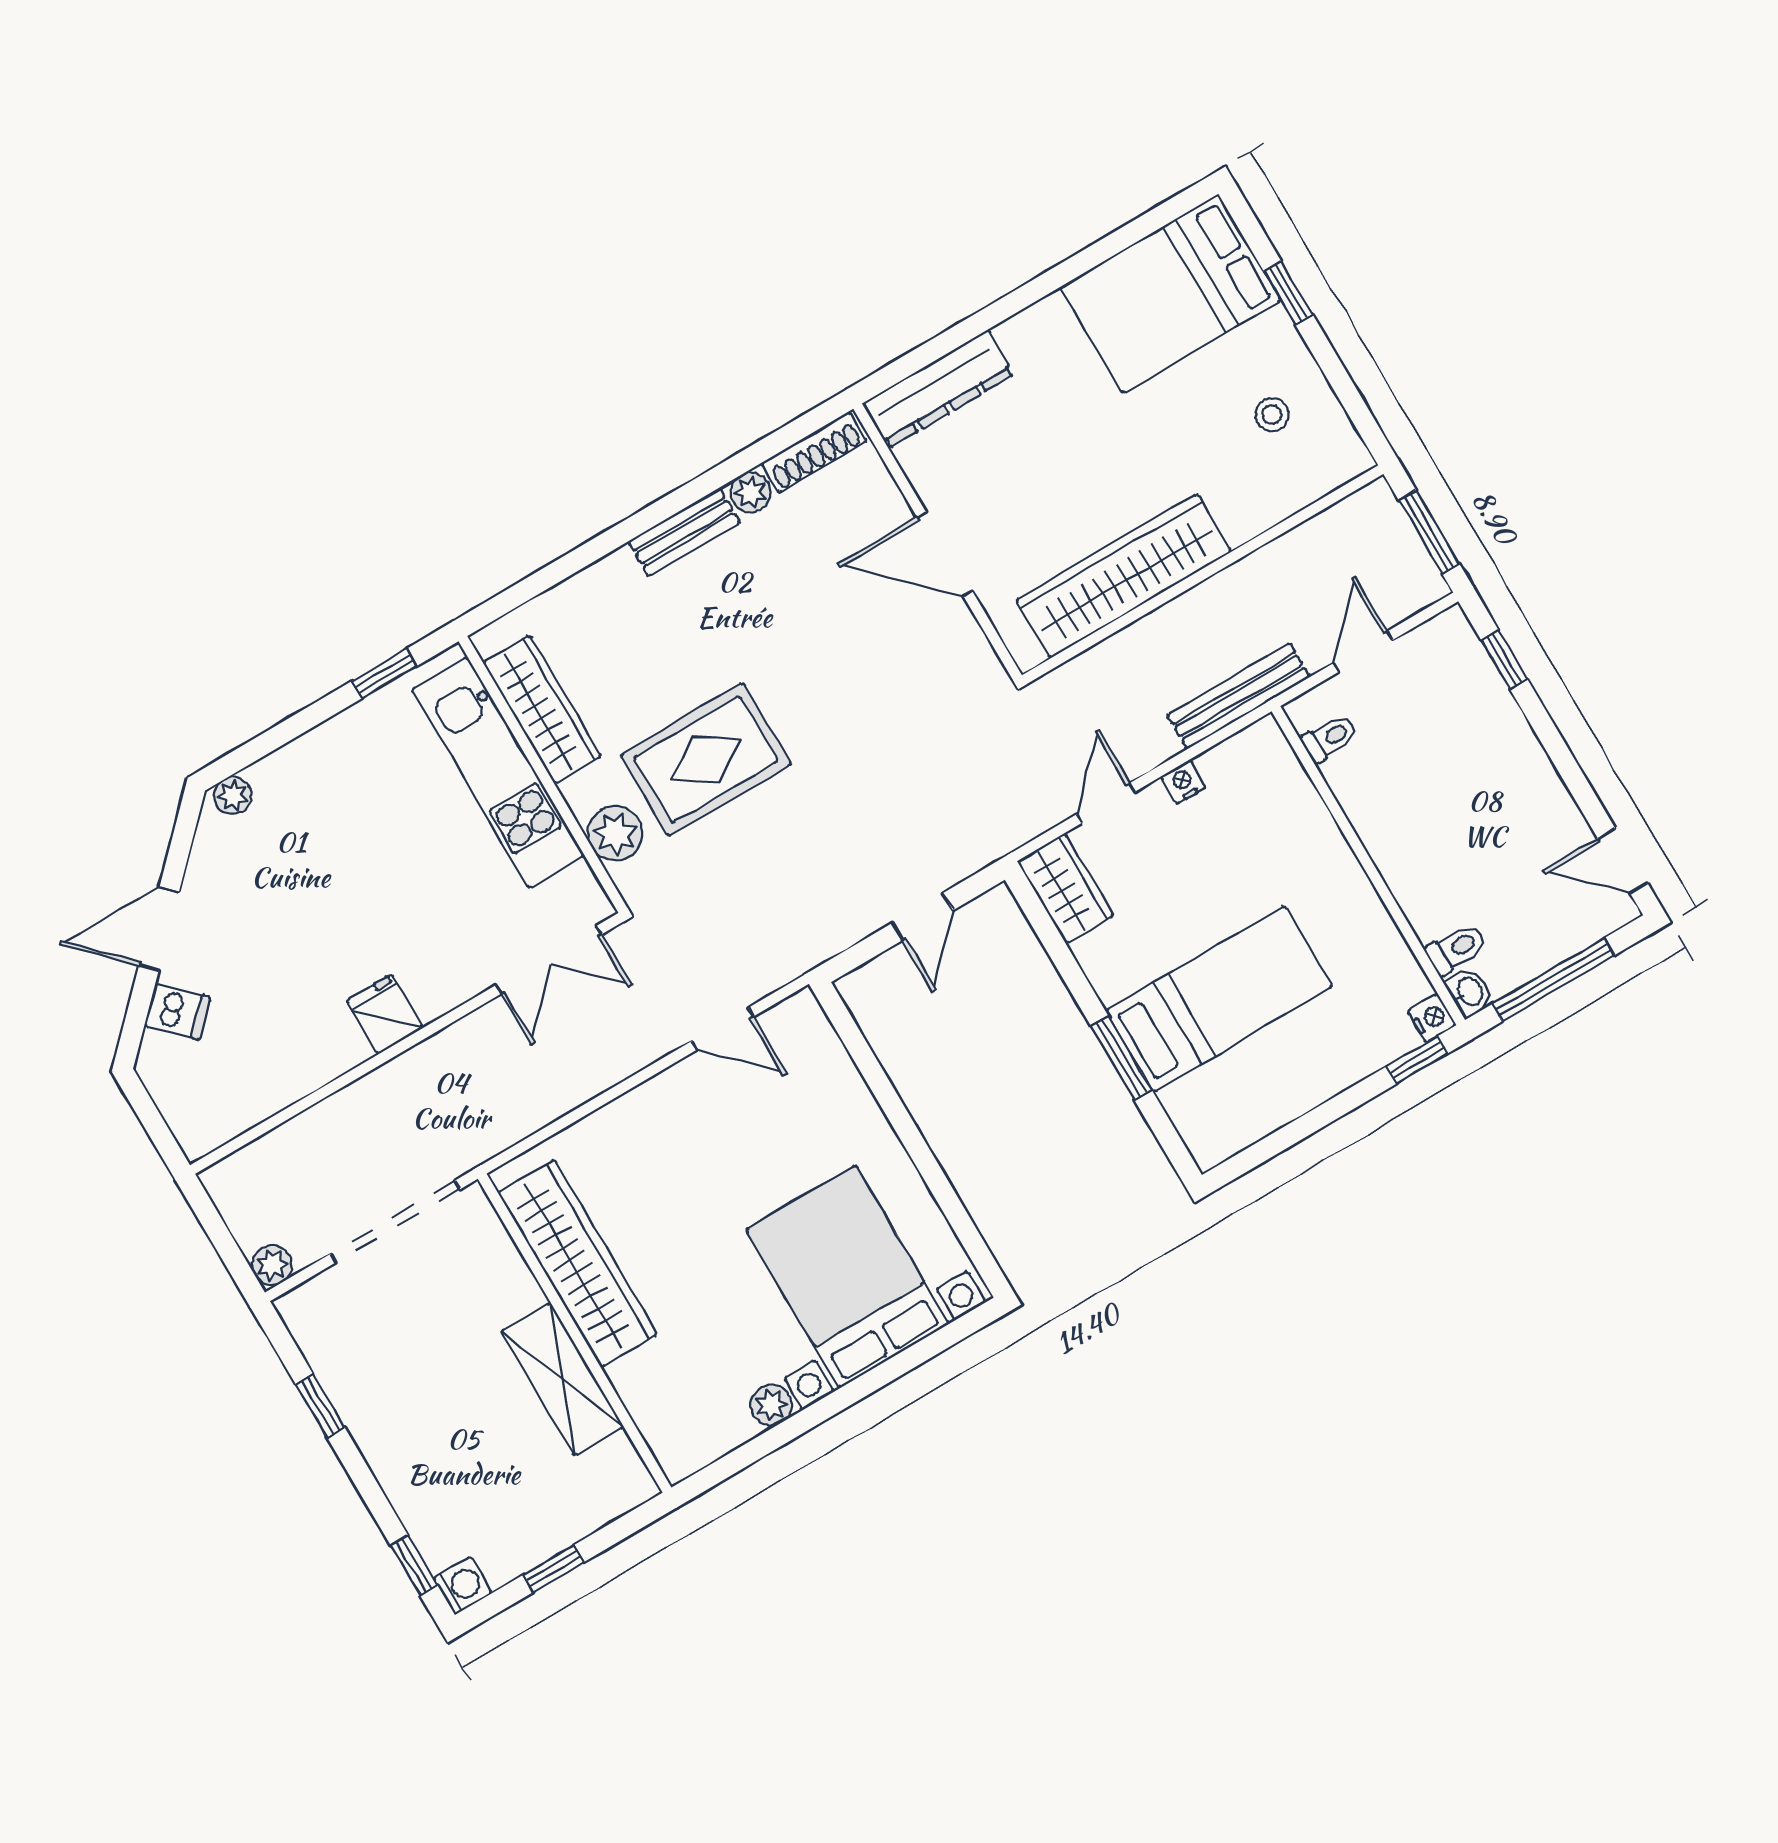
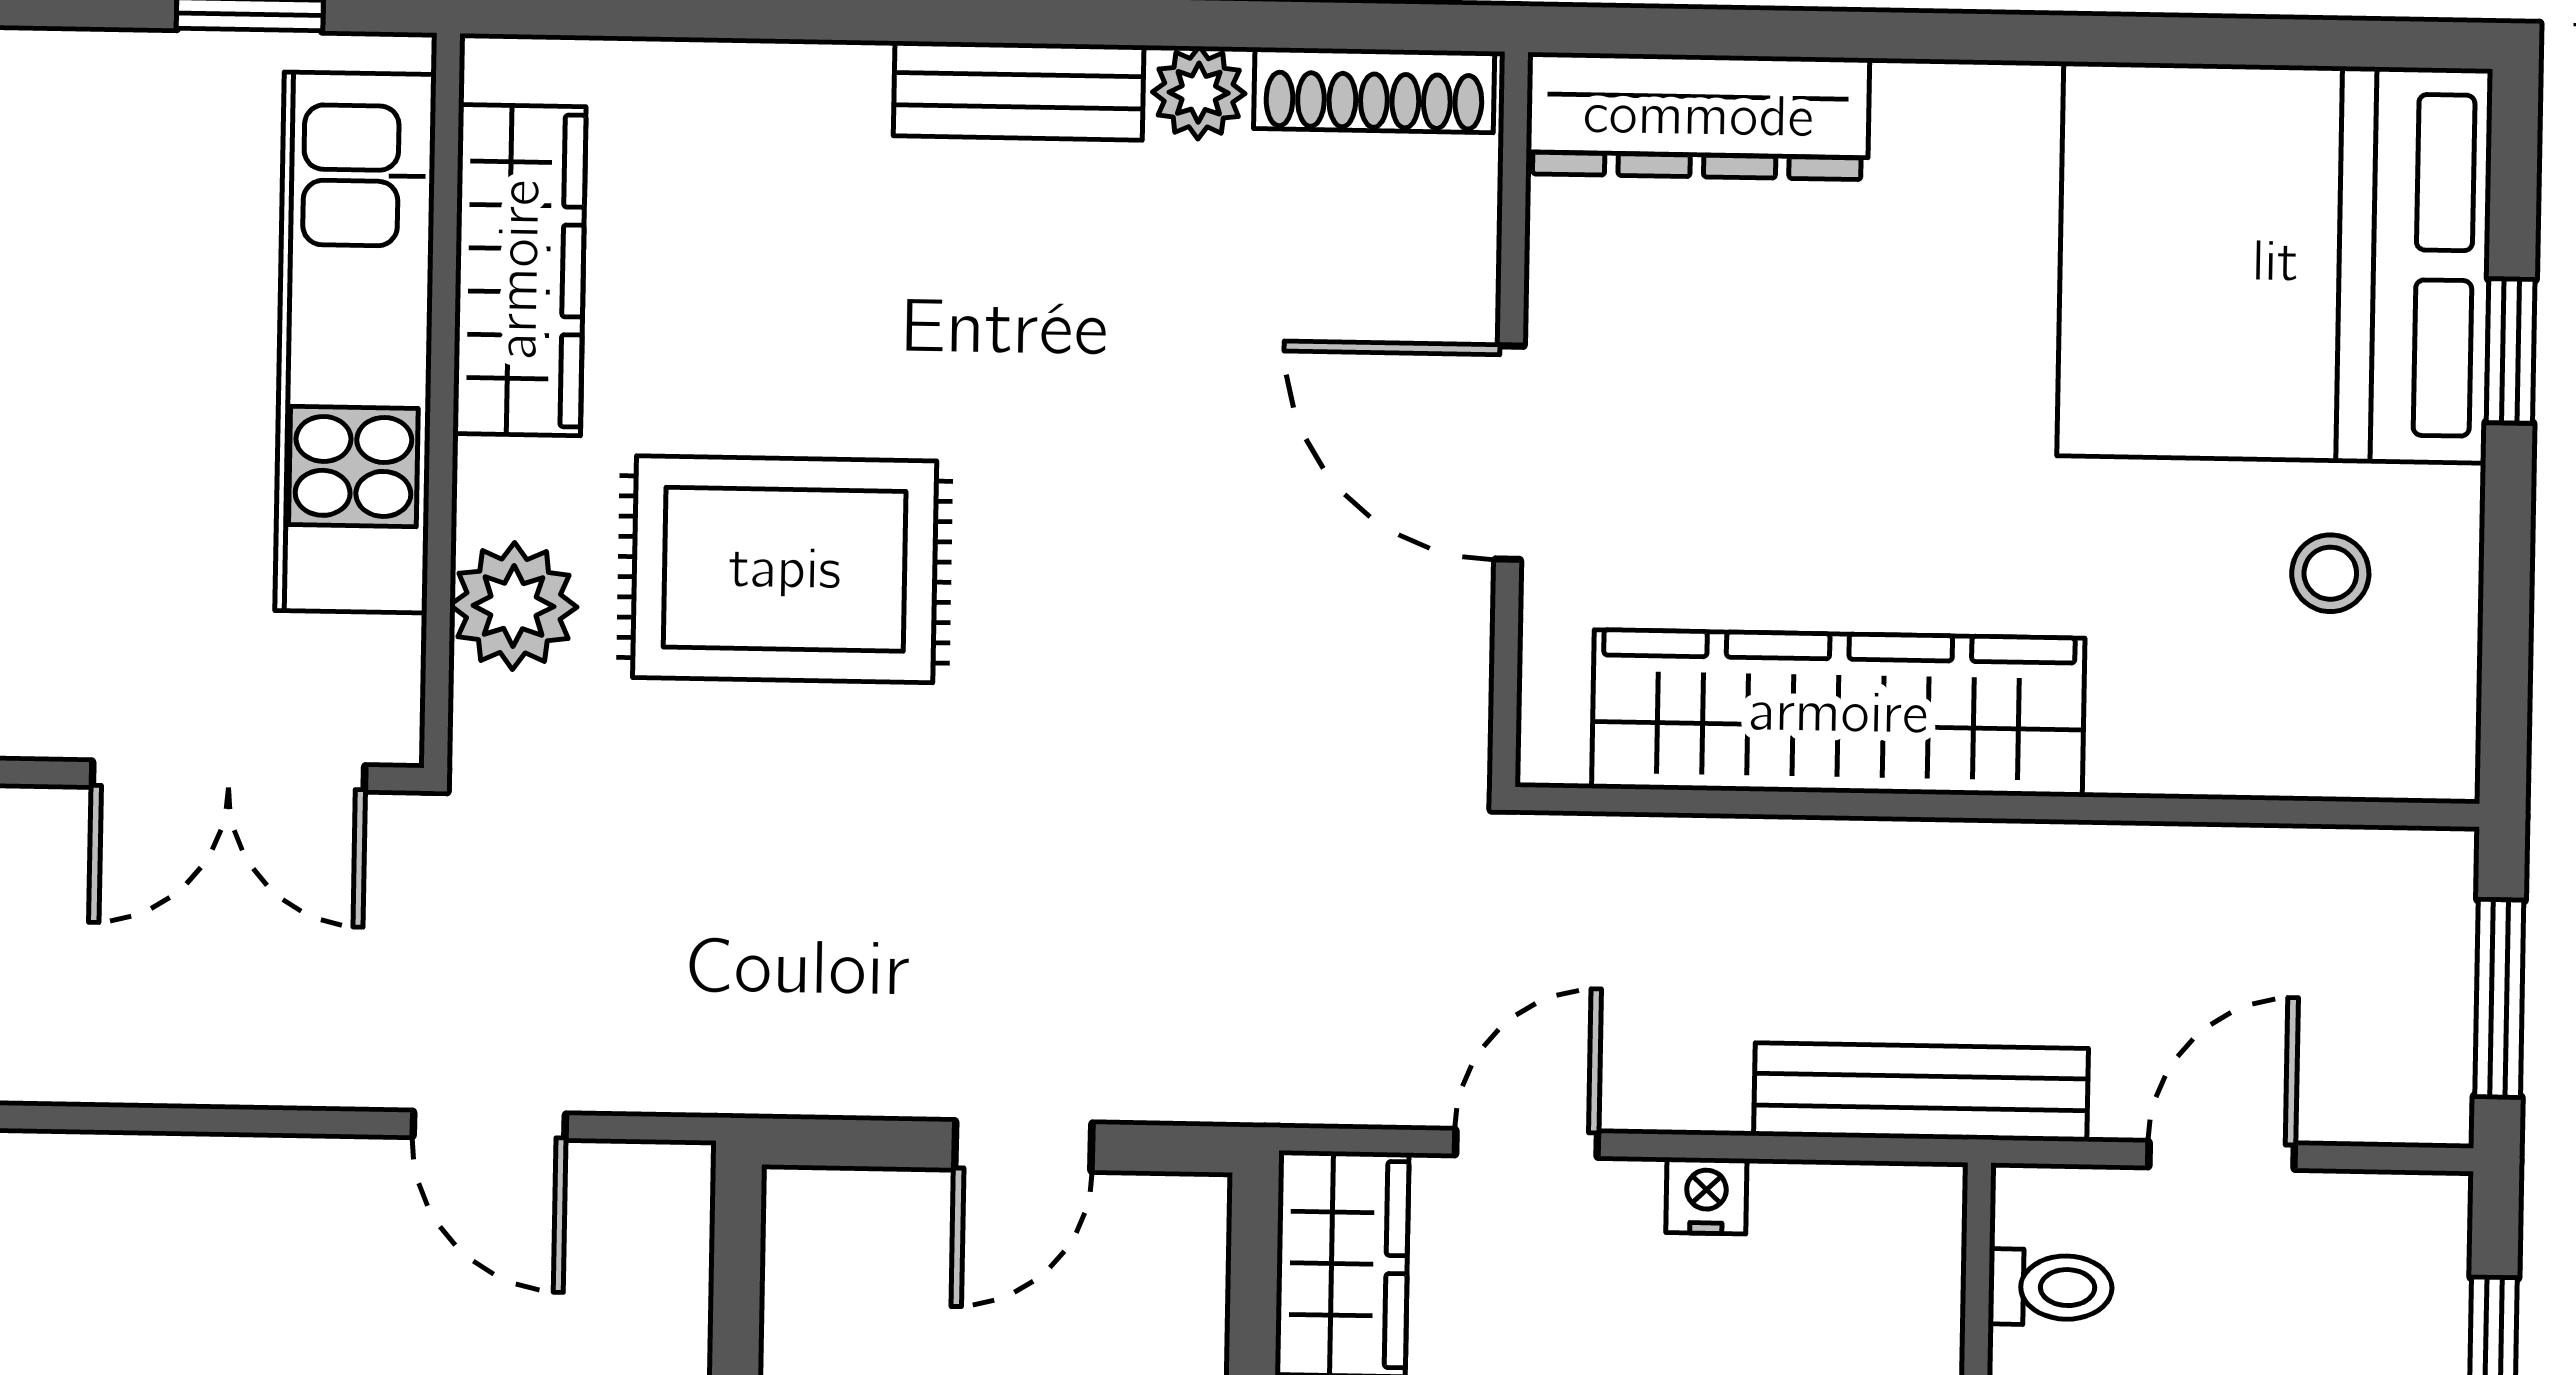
bed: (1171, 294) -> (2275, 262), width x1.36

